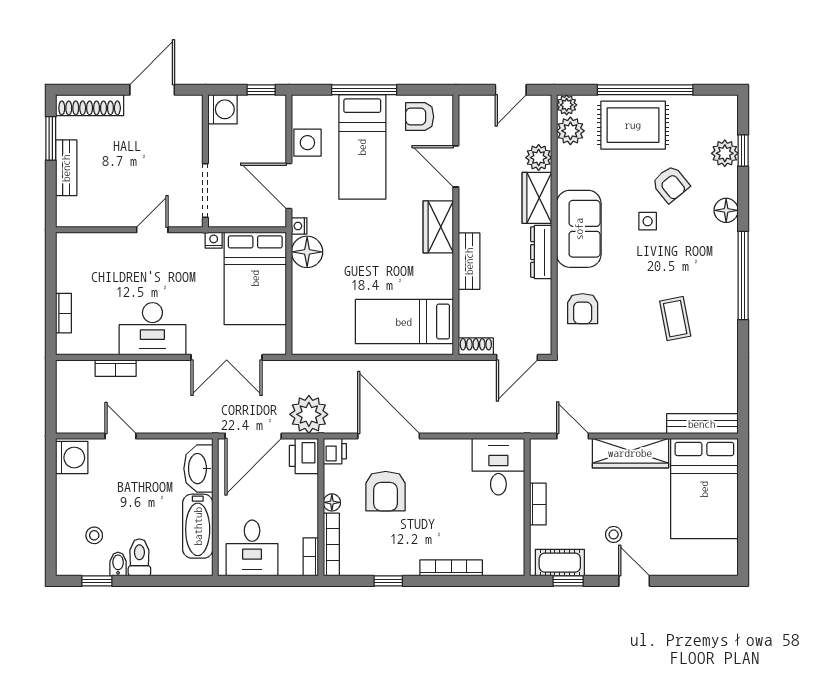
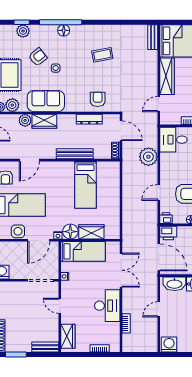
bench: (66, 168) -> (45, 347), moved
floor lamp: (726, 210) -> (64, 30), moved
wardrobe: (438, 227) -> (91, 232), moved, turned 180
sofa: (579, 229) -> (46, 101), moved
wardrobe: (89, 247) -> (68, 336), added
dresser: (541, 252) -> (89, 119), moved
bench: (469, 261) -> (75, 154), width x1.36
window: (743, 276) -> (61, 22), moved
bed: (255, 278) -> (83, 251), width x0.67
armchair: (583, 309) -> (98, 99), turned -90
bed: (404, 322) -> (85, 185), moved
plant: (309, 414) -> (148, 157), moved
bench: (702, 424) -> (153, 37), width x0.73
door: (121, 436) -> (159, 309), moved
door: (389, 436) -> (159, 192), width x0.53

